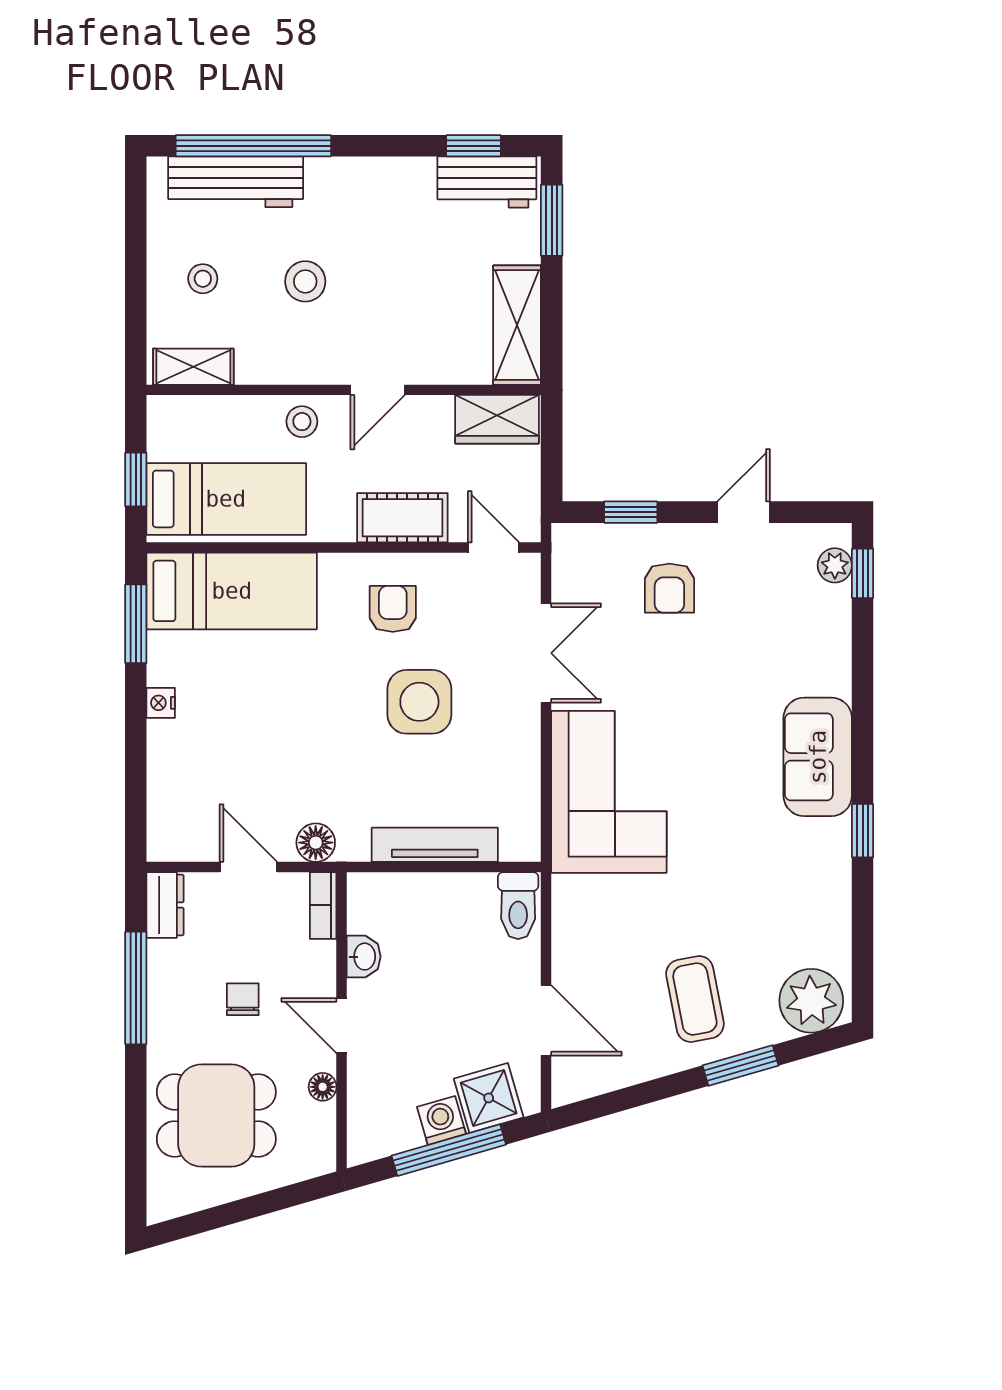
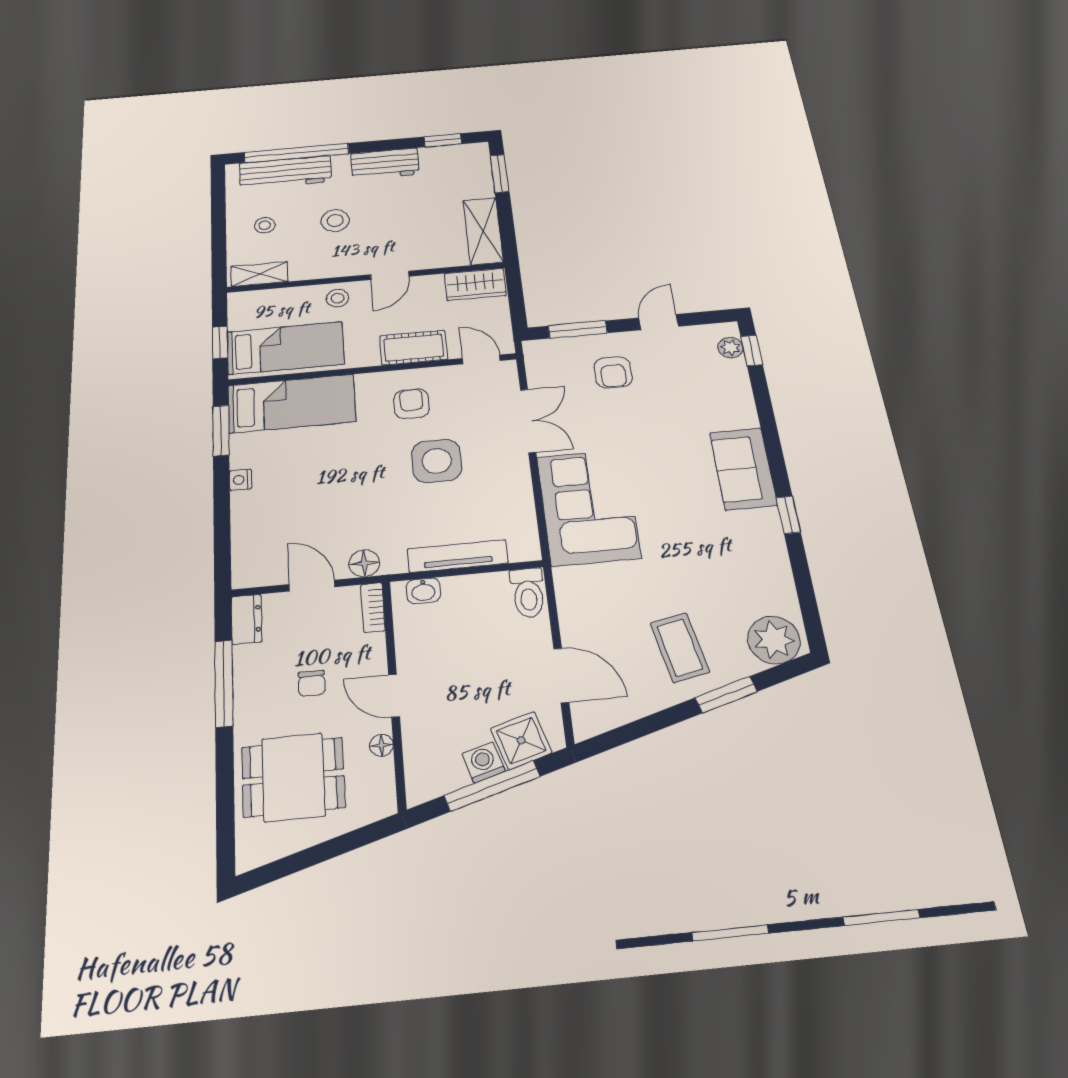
workbench: (487, 182) -> (385, 164), moved
window: (631, 512) -> (578, 329), width x1.50
washbasin: (364, 957) -> (423, 591), moved, turned 90
chair: (243, 999) -> (312, 683), turned 180

